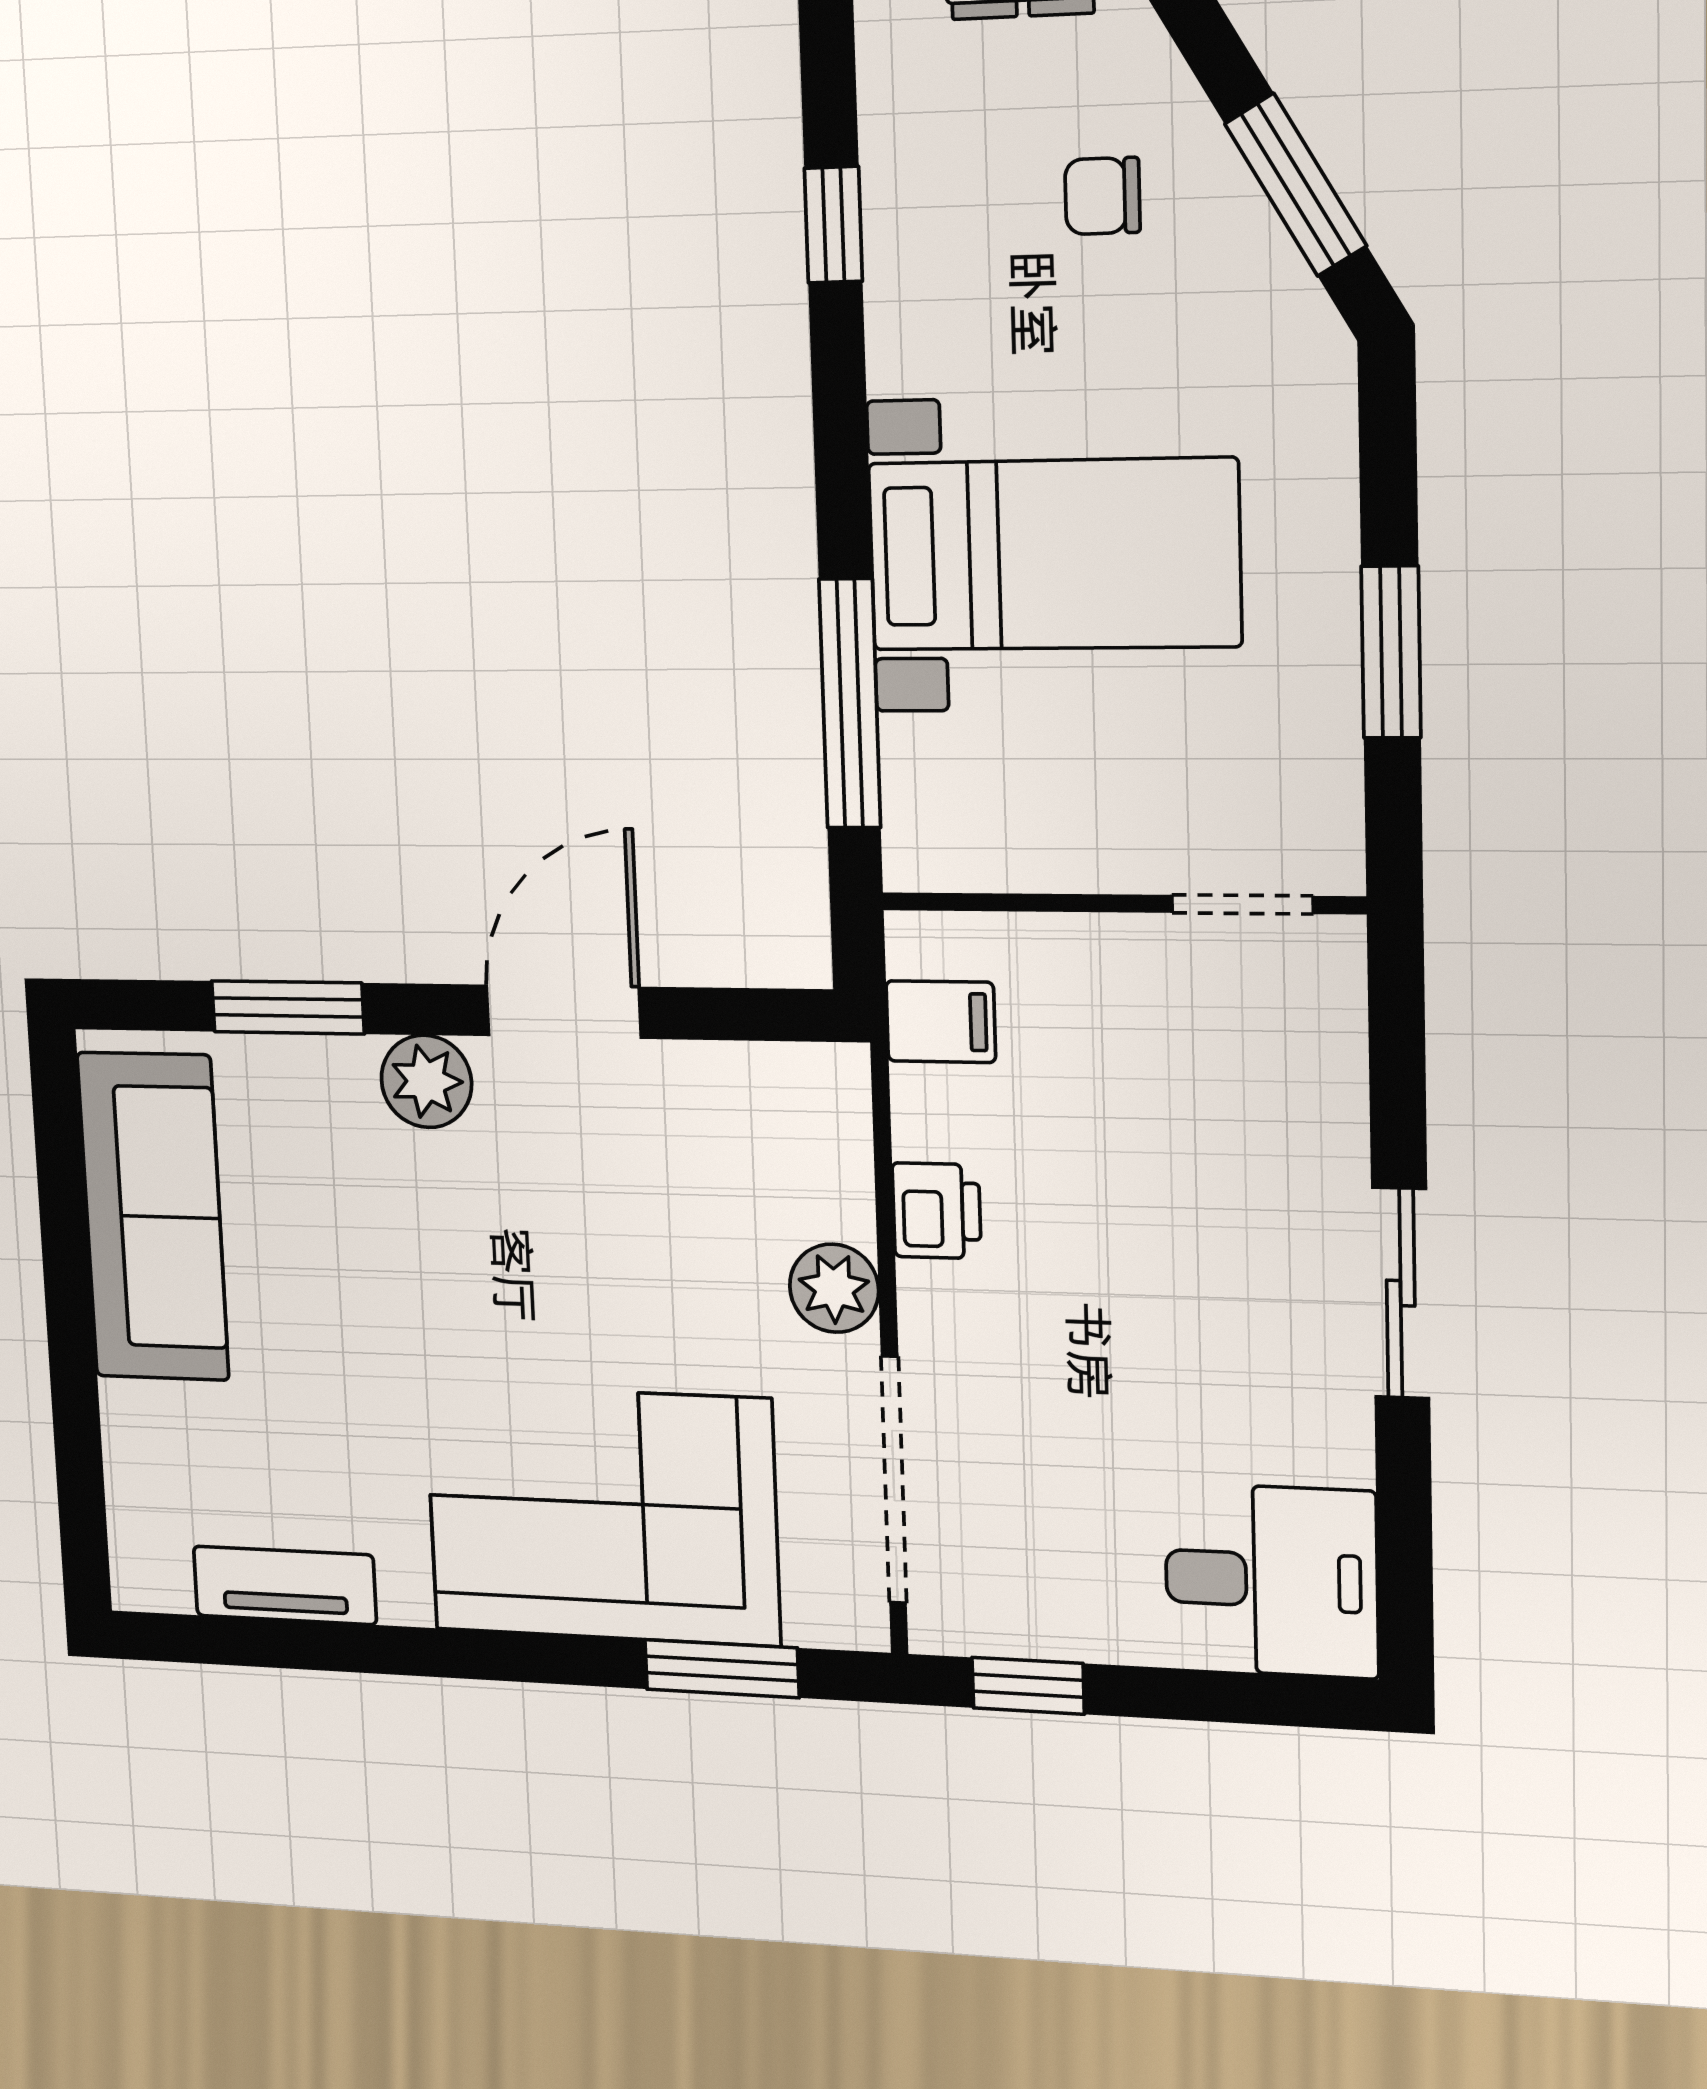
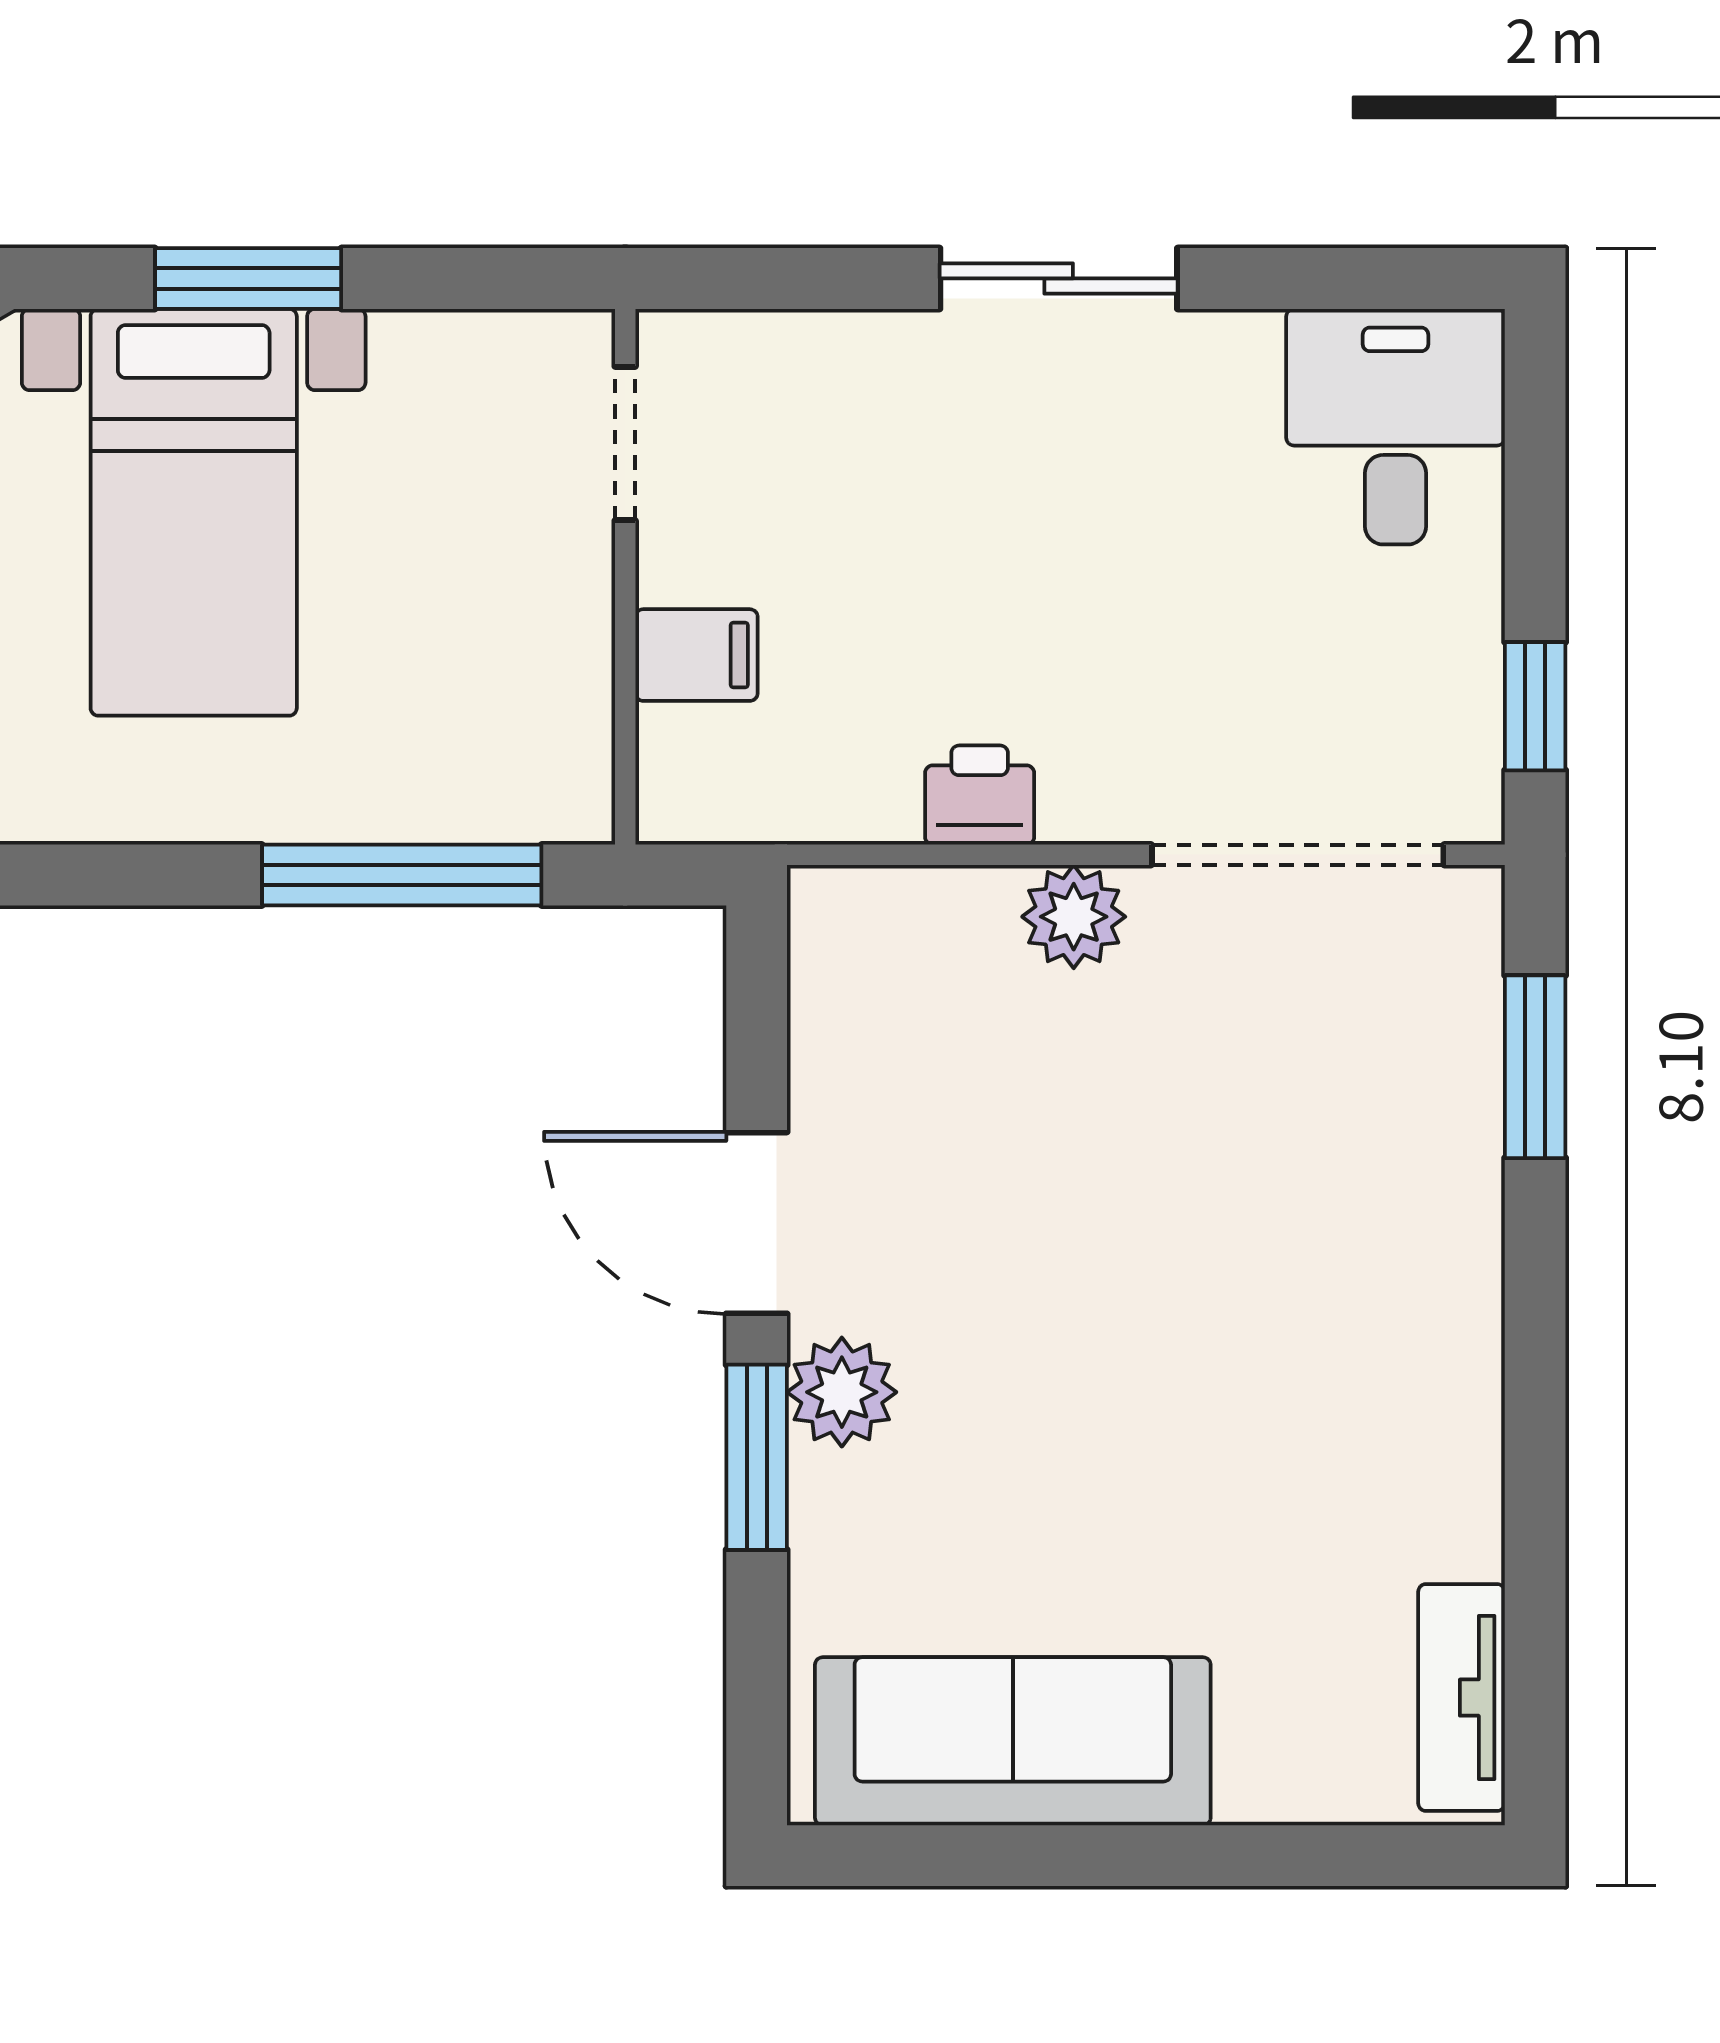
bed with nightstands: (1054, 555) -> (194, 512), moved, turned 180
window: (1391, 652) -> (248, 278), moved
window: (288, 1007) -> (757, 1457), moved
filing cabinet: (941, 1022) -> (696, 655), moved, turned 90
corner sofa: (602, 1515) -> (1356, 1204), removed
tv unit: (285, 1585) -> (1461, 1698), moved

